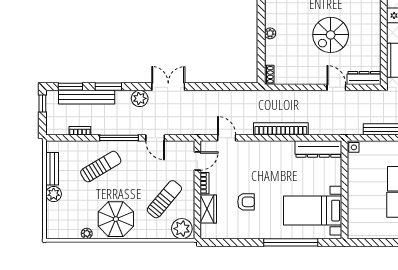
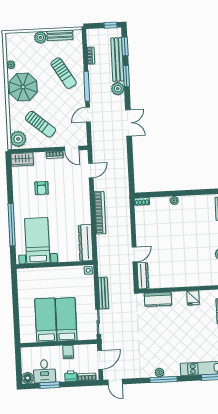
spiral stairs: (331, 35) -> (175, 248), removed
plant: (140, 98) -> (118, 89), moved
wardrobe: (208, 209) -> (22, 159), moved

